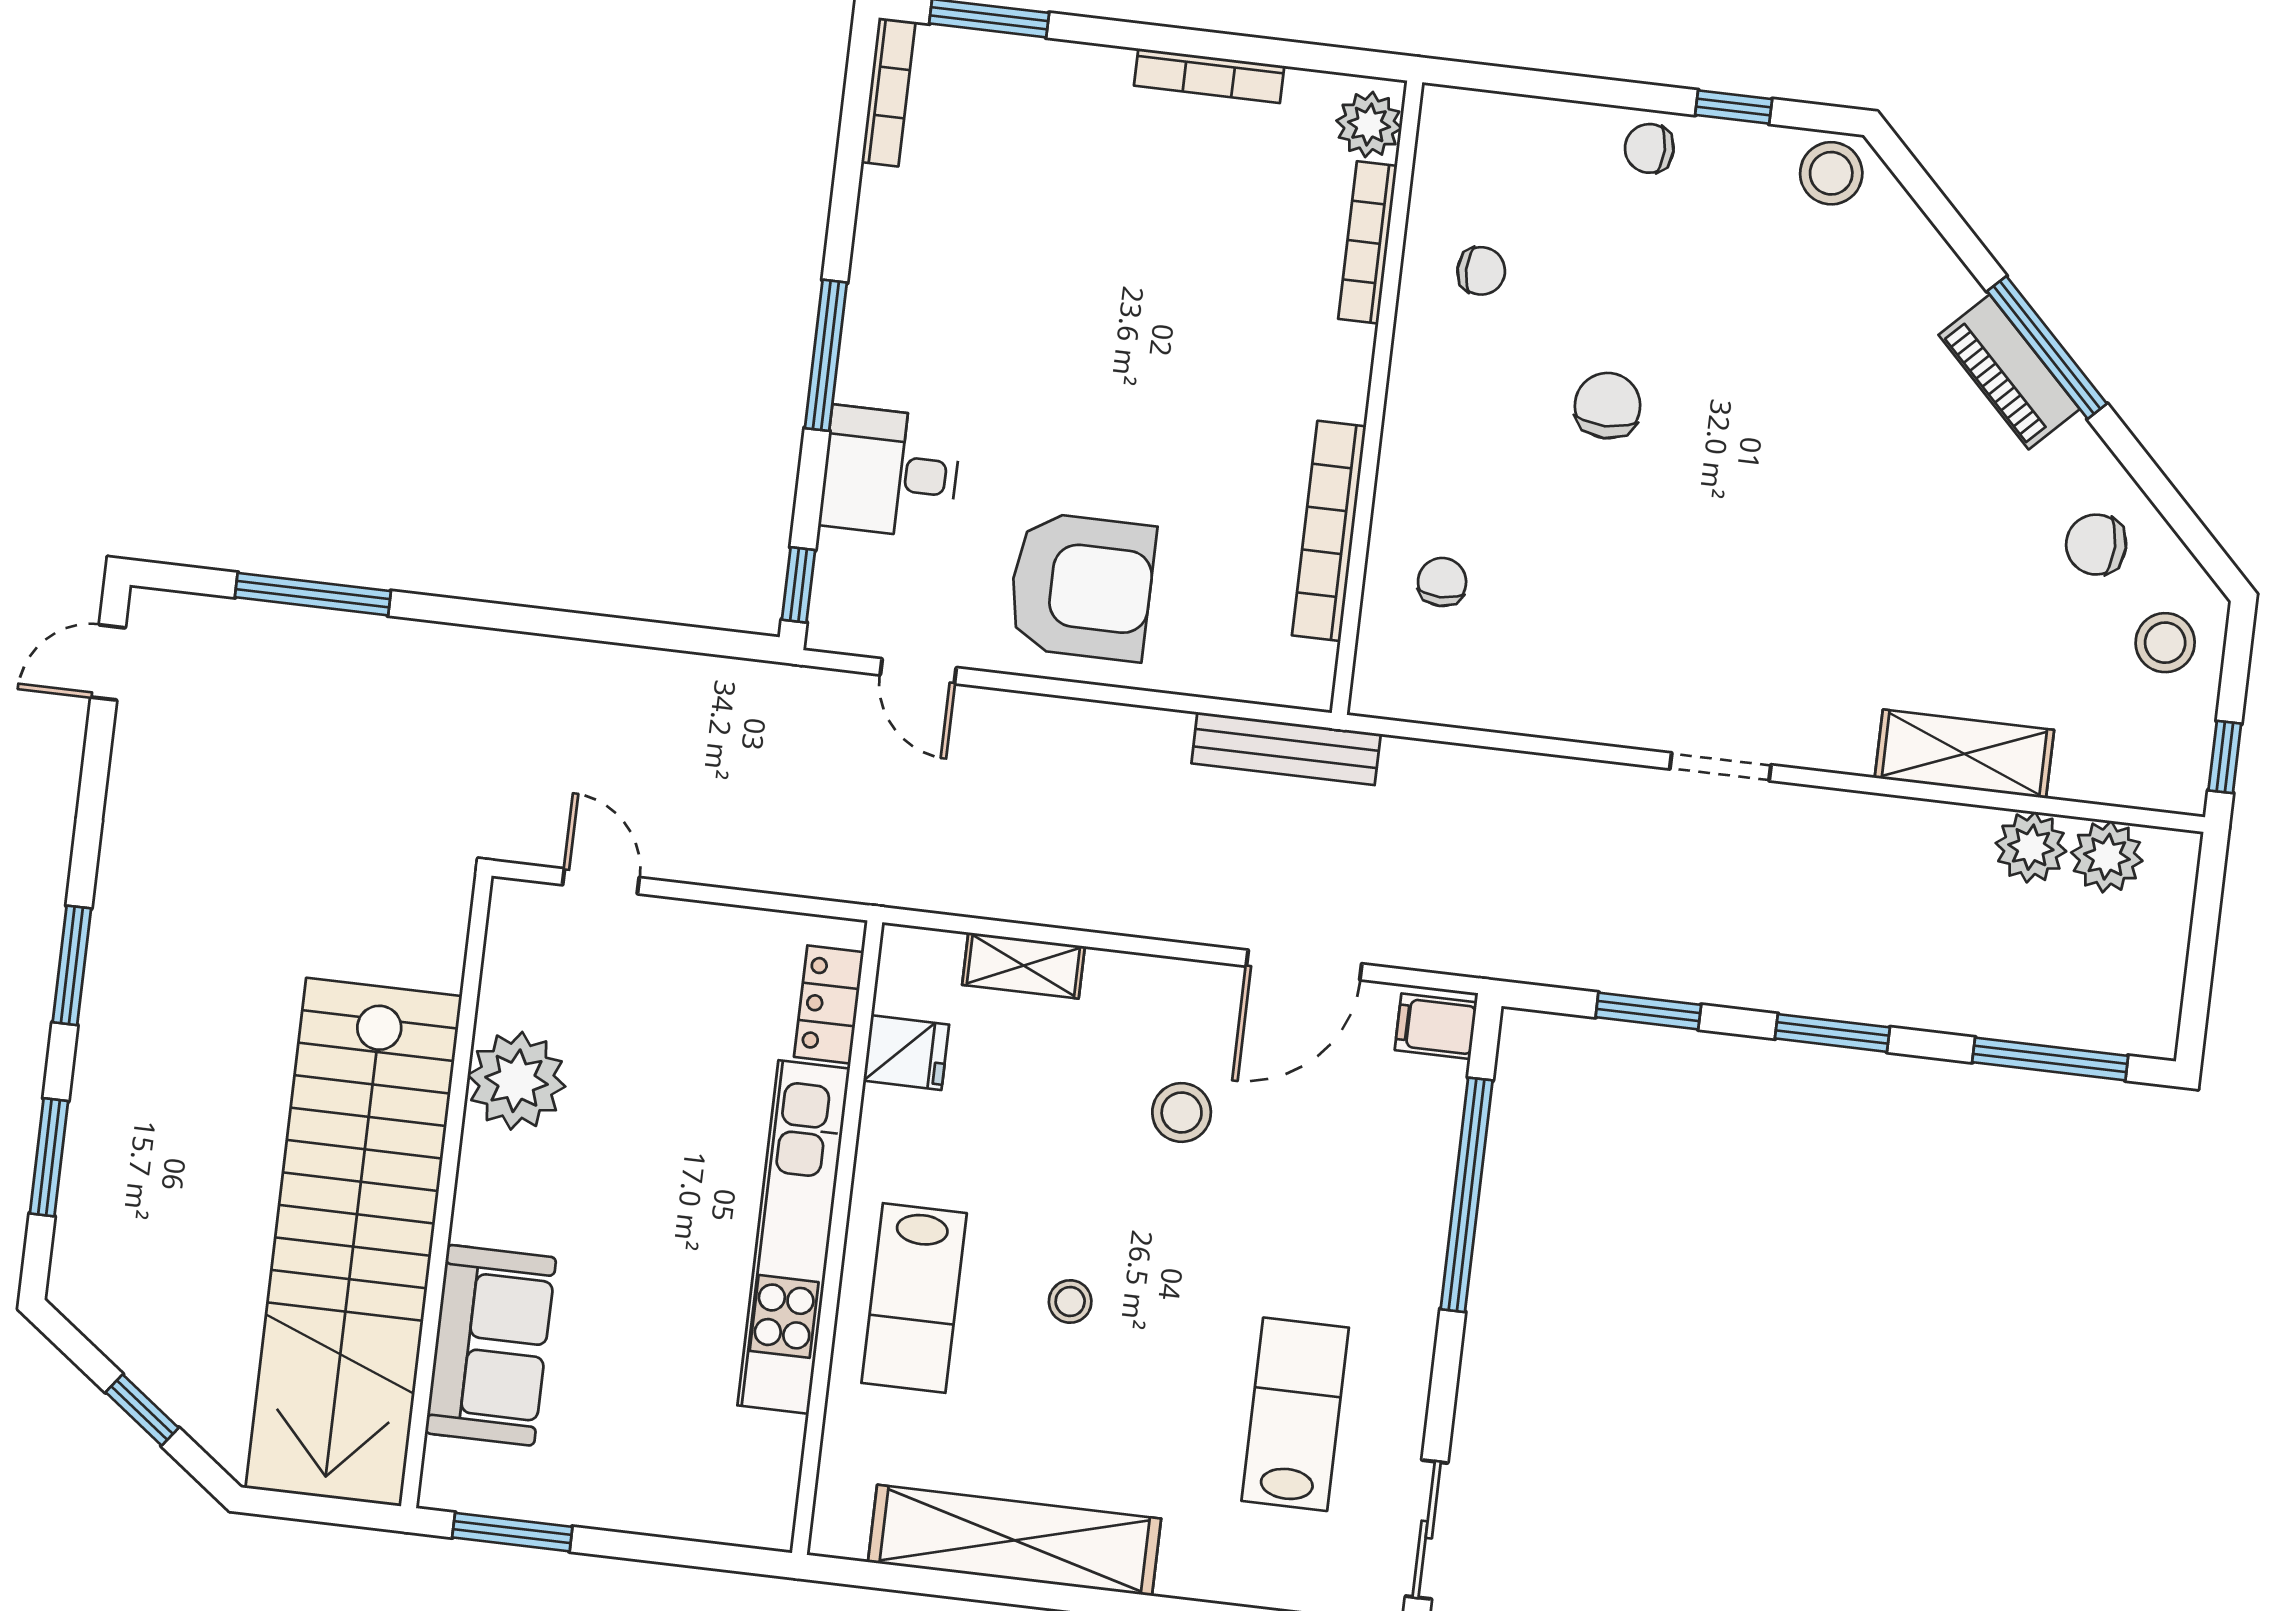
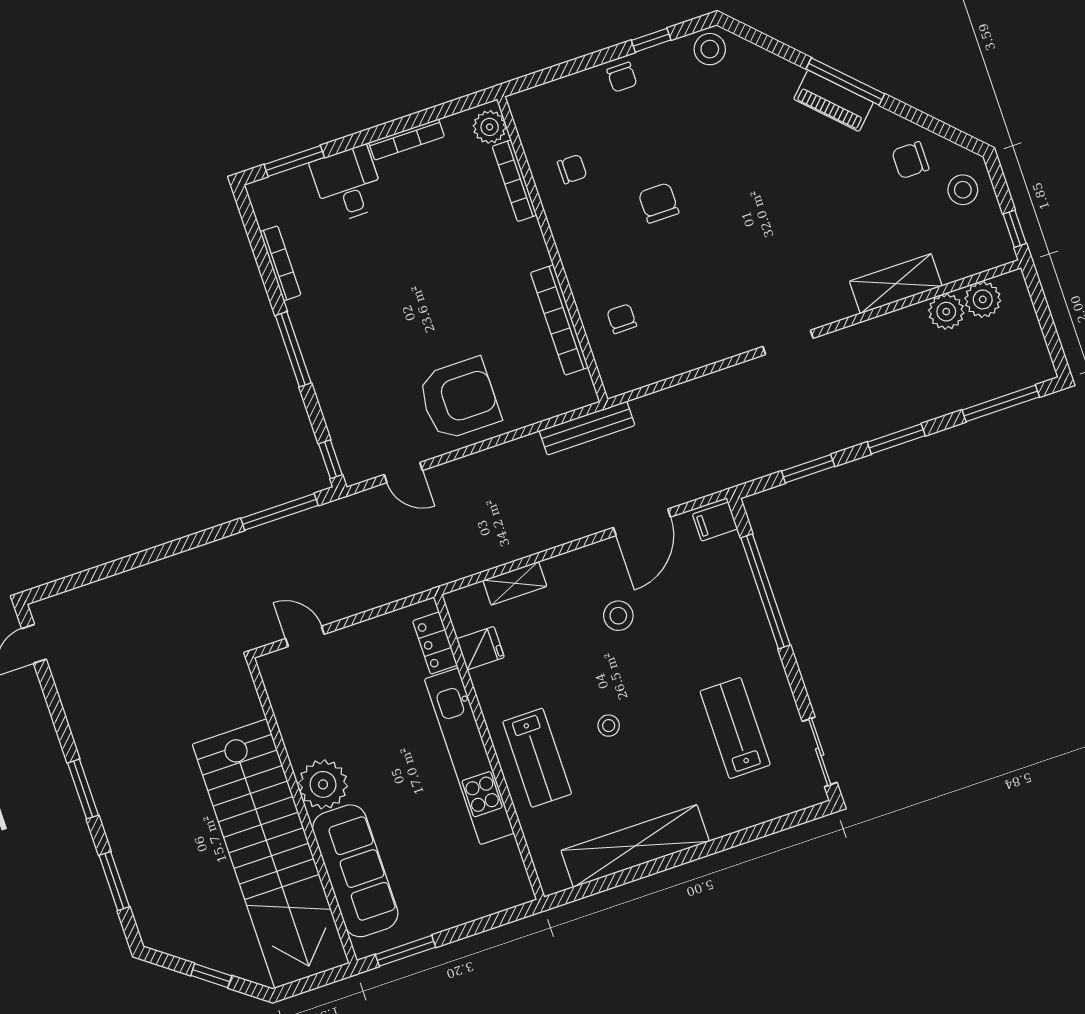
bookcase: (888, 92) -> (280, 263), moved
chair: (1649, 148) -> (622, 77), turned -90
desk: (890, 472) -> (348, 184), moved, turned 90
window: (313, 594) -> (279, 512), moved
plant: (517, 1081) -> (323, 784), moved
sofa: (491, 1345) -> (355, 871), width x1.36

